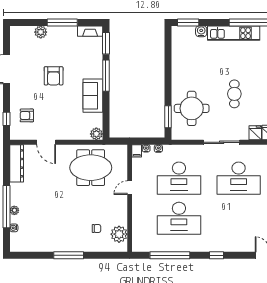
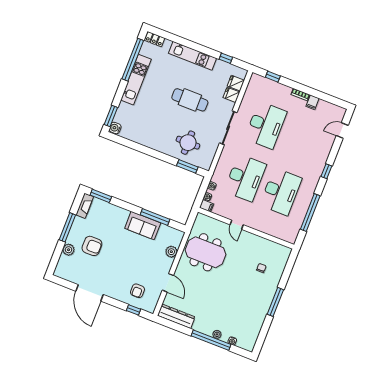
water cooler: (201, 31) -> (115, 128), moved
armchair: (54, 76) -> (92, 246), moved
window: (106, 76) -> (155, 217), moved
cafe table: (234, 94) -> (190, 100), width x1.37, depth x1.35
round table: (192, 108) -> (188, 143), width x0.73, depth x0.73
plant: (96, 134) -> (171, 252), moved
door: (46, 142) -> (168, 283), hinge flipped
meeting table: (91, 168) -> (206, 252), turned 90
plant: (119, 234) -> (274, 250), removed

